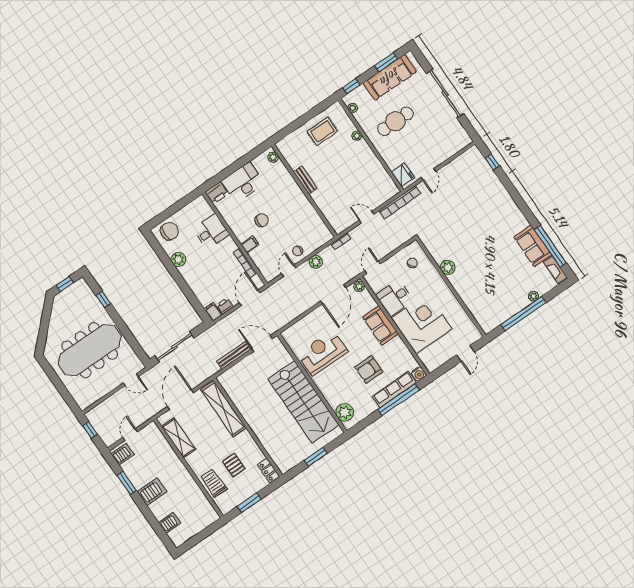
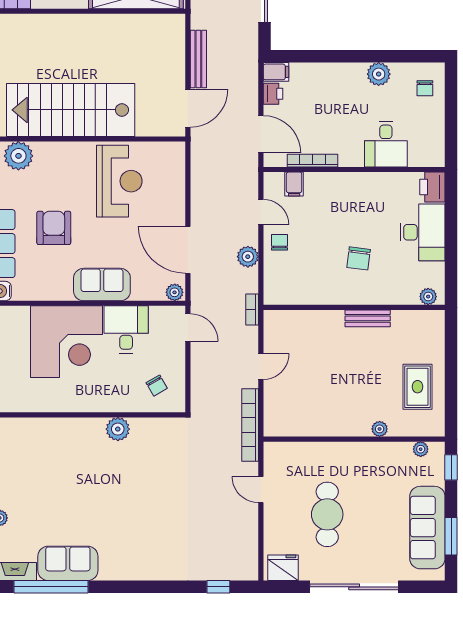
cafe table: (395, 121) -> (327, 514), moved
fridge: (403, 175) -> (283, 568), moved, turned 180
chair: (262, 220) -> (359, 258), moved
chair: (169, 231) -> (425, 88), width x0.54, depth x0.54
filing cabinet: (250, 244) -> (294, 184), moved

